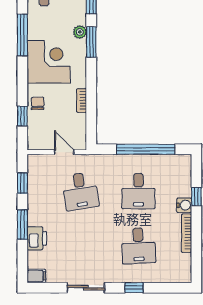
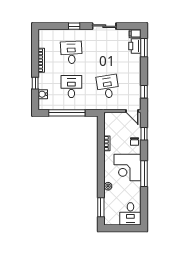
window: (22, 35) -> (144, 174), moved
window: (91, 42) -> (101, 180), removed
door: (64, 152) -> (132, 111), moved
water cooler: (184, 205) -> (43, 94), moved
window: (22, 225) -> (144, 48), moved
printer: (37, 238) -> (135, 46), moved

